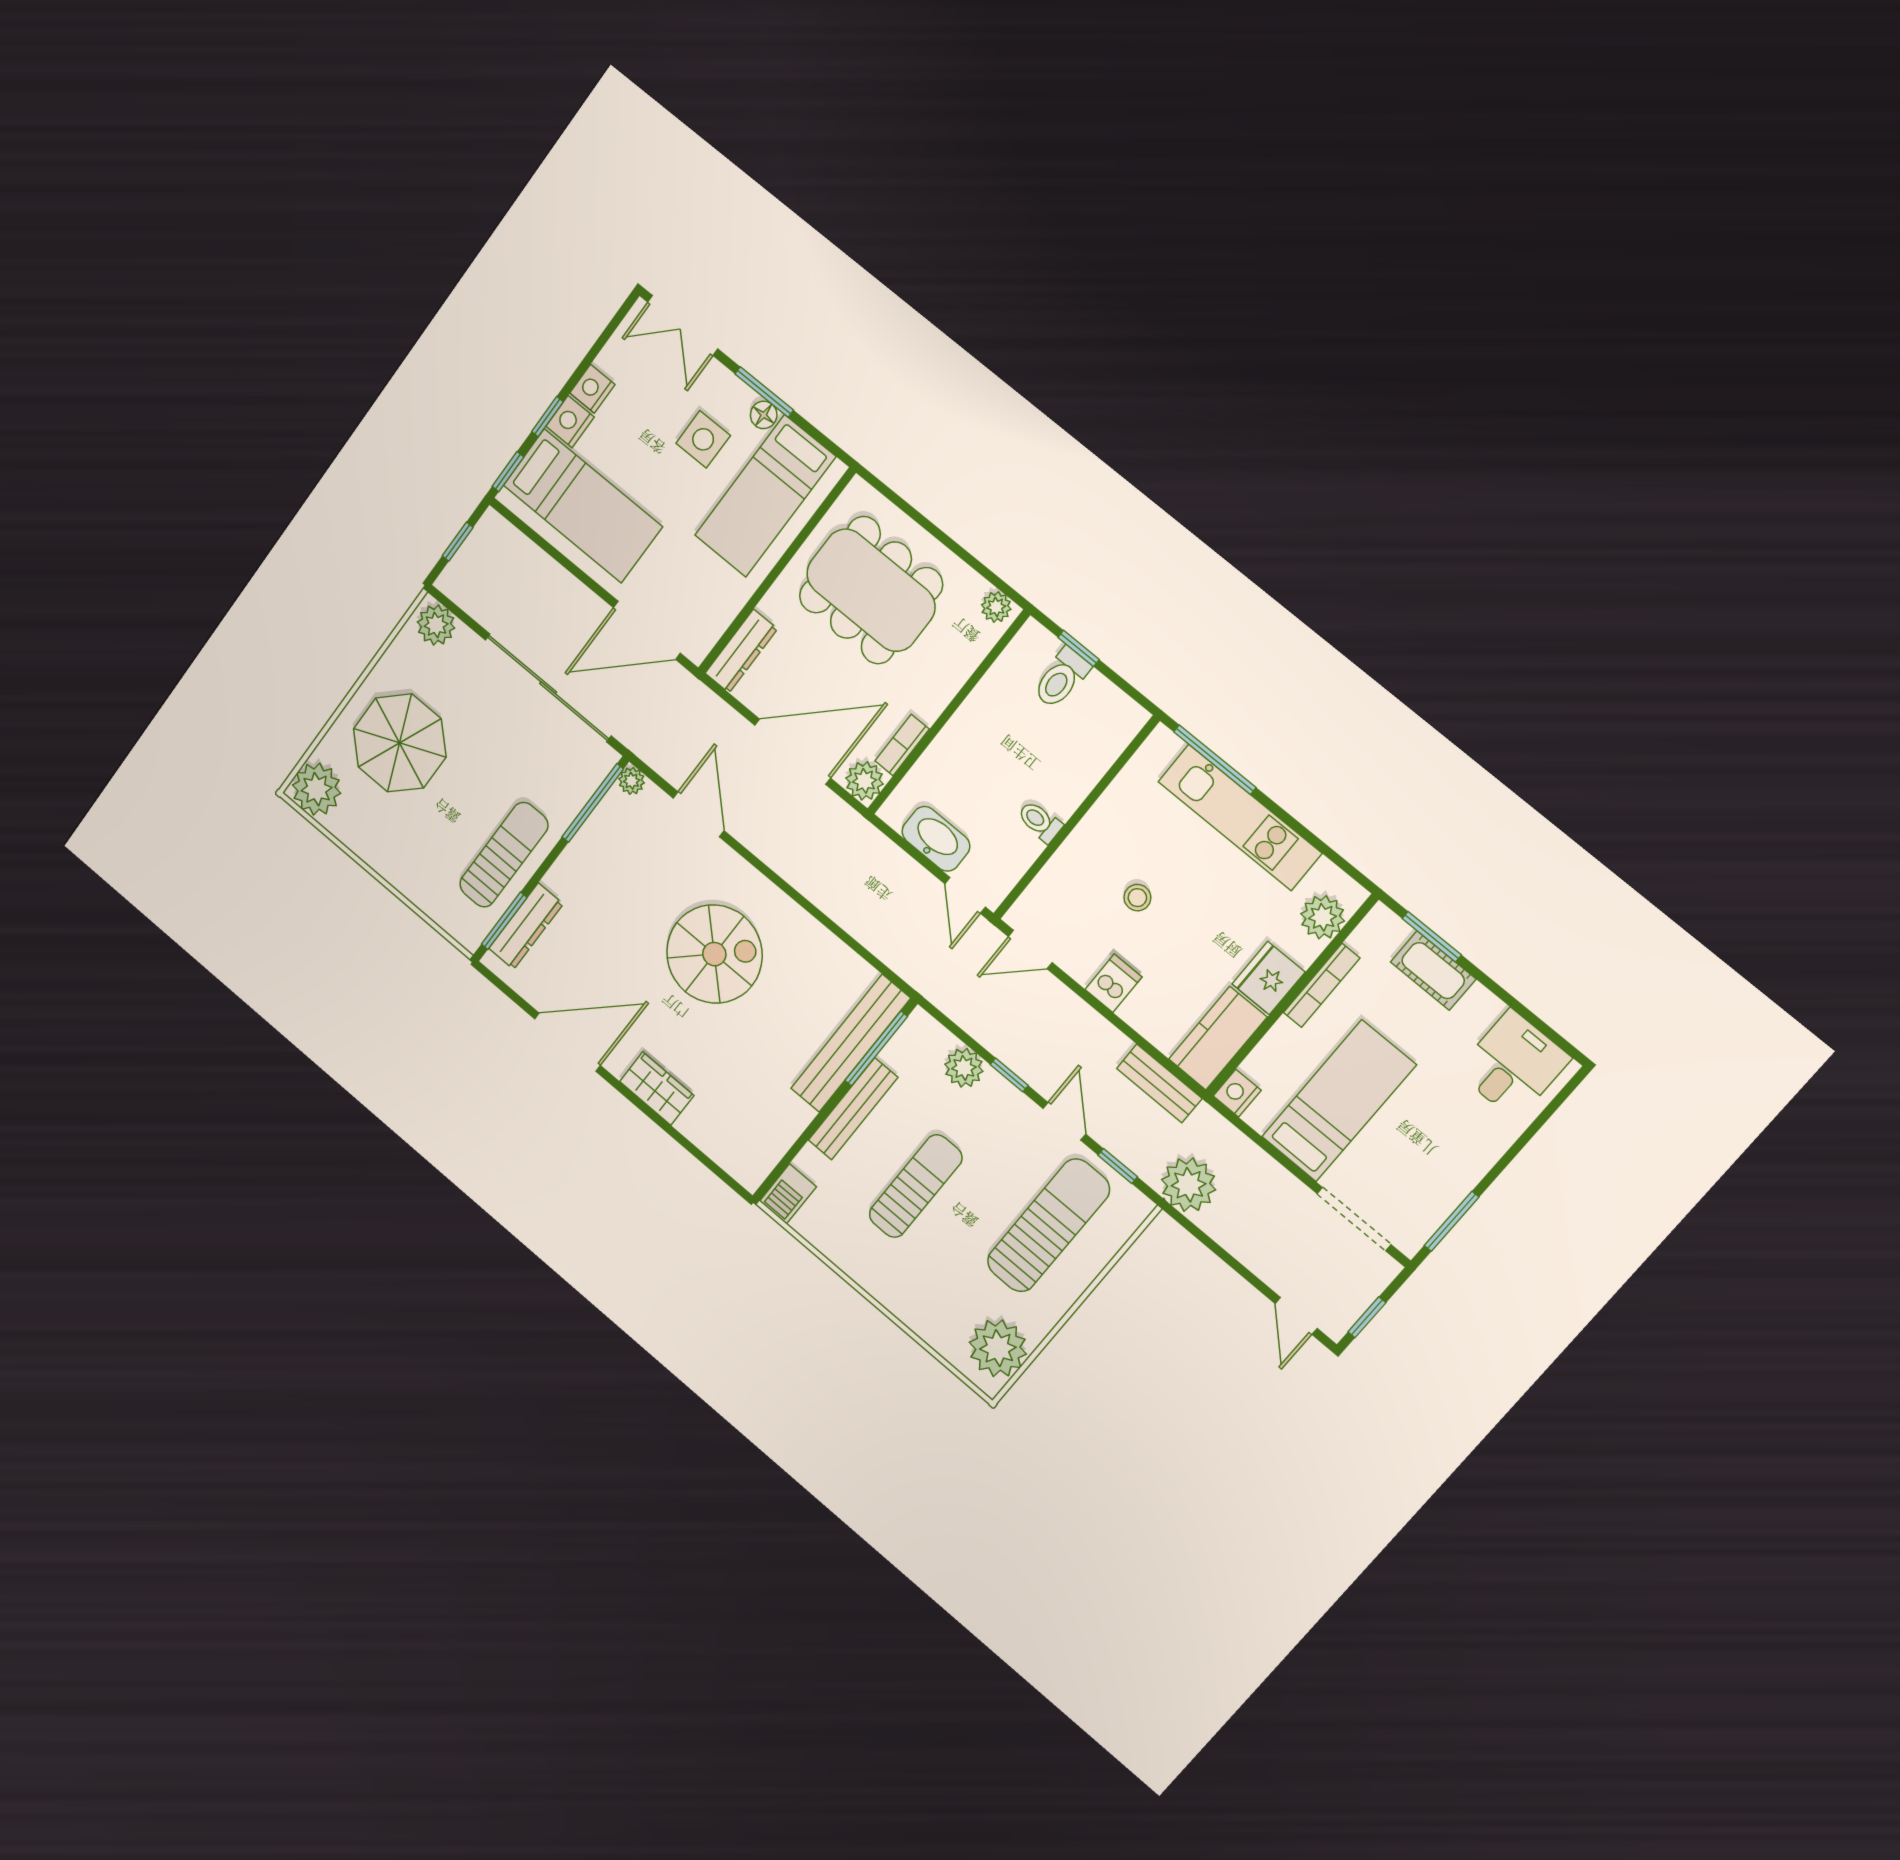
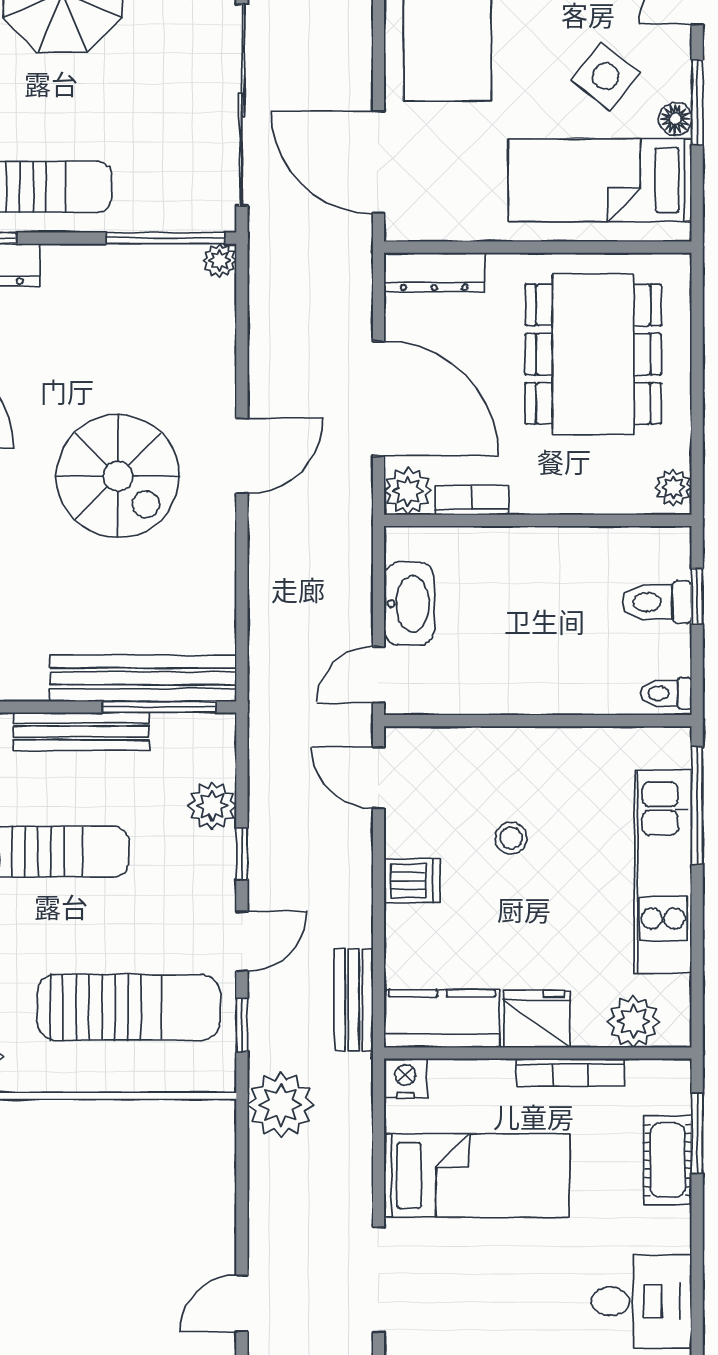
side table: (703, 439) -> (606, 76), turned 38
door: (699, 814) -> (242, 456), moved
toilet: (1040, 822) -> (666, 693), moved, turned -90

